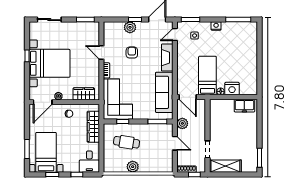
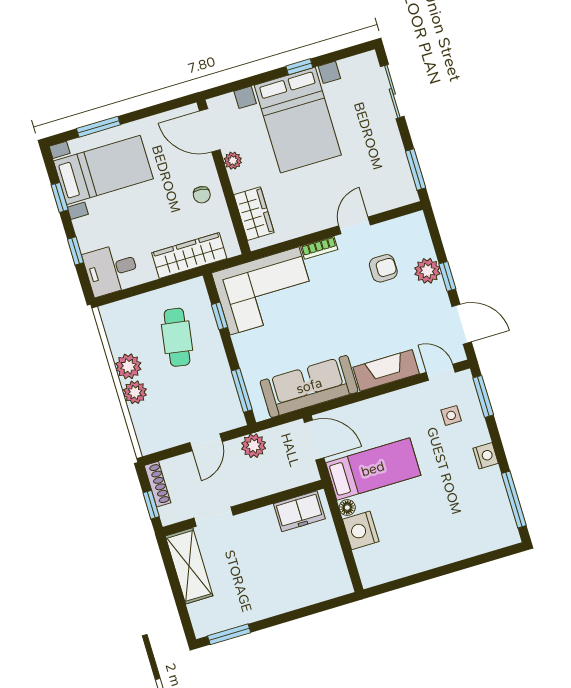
armchair: (132, 53) -> (383, 268), moved
door: (188, 97) -> (314, 440), swing flipped
freezer: (244, 106) -> (299, 511), moved, turned -90
plant: (145, 167) -> (135, 392), added

